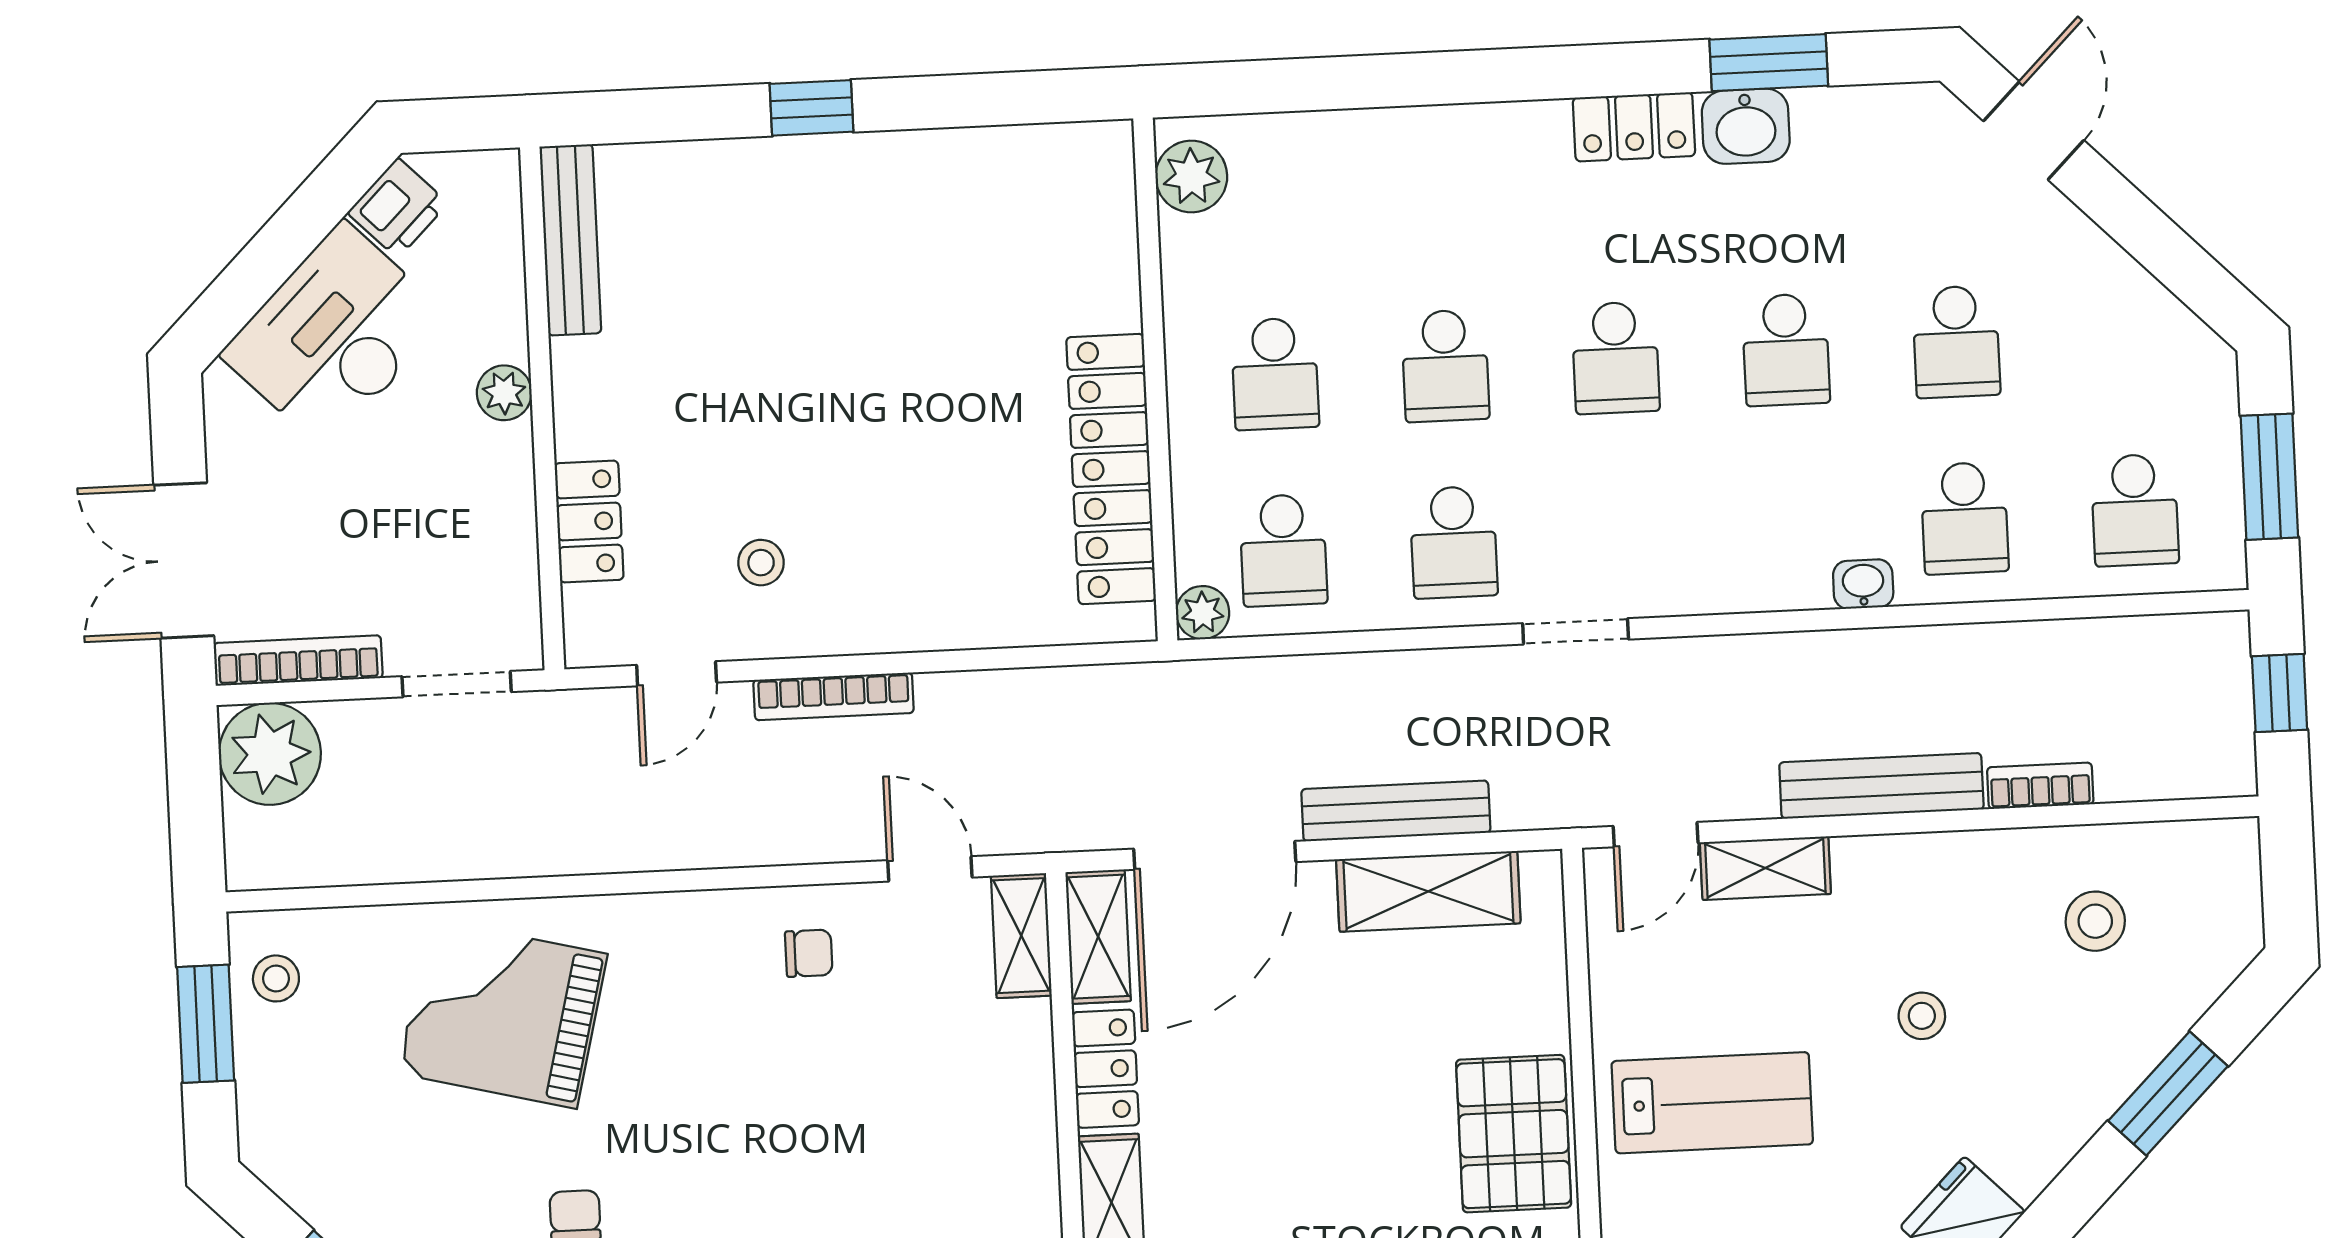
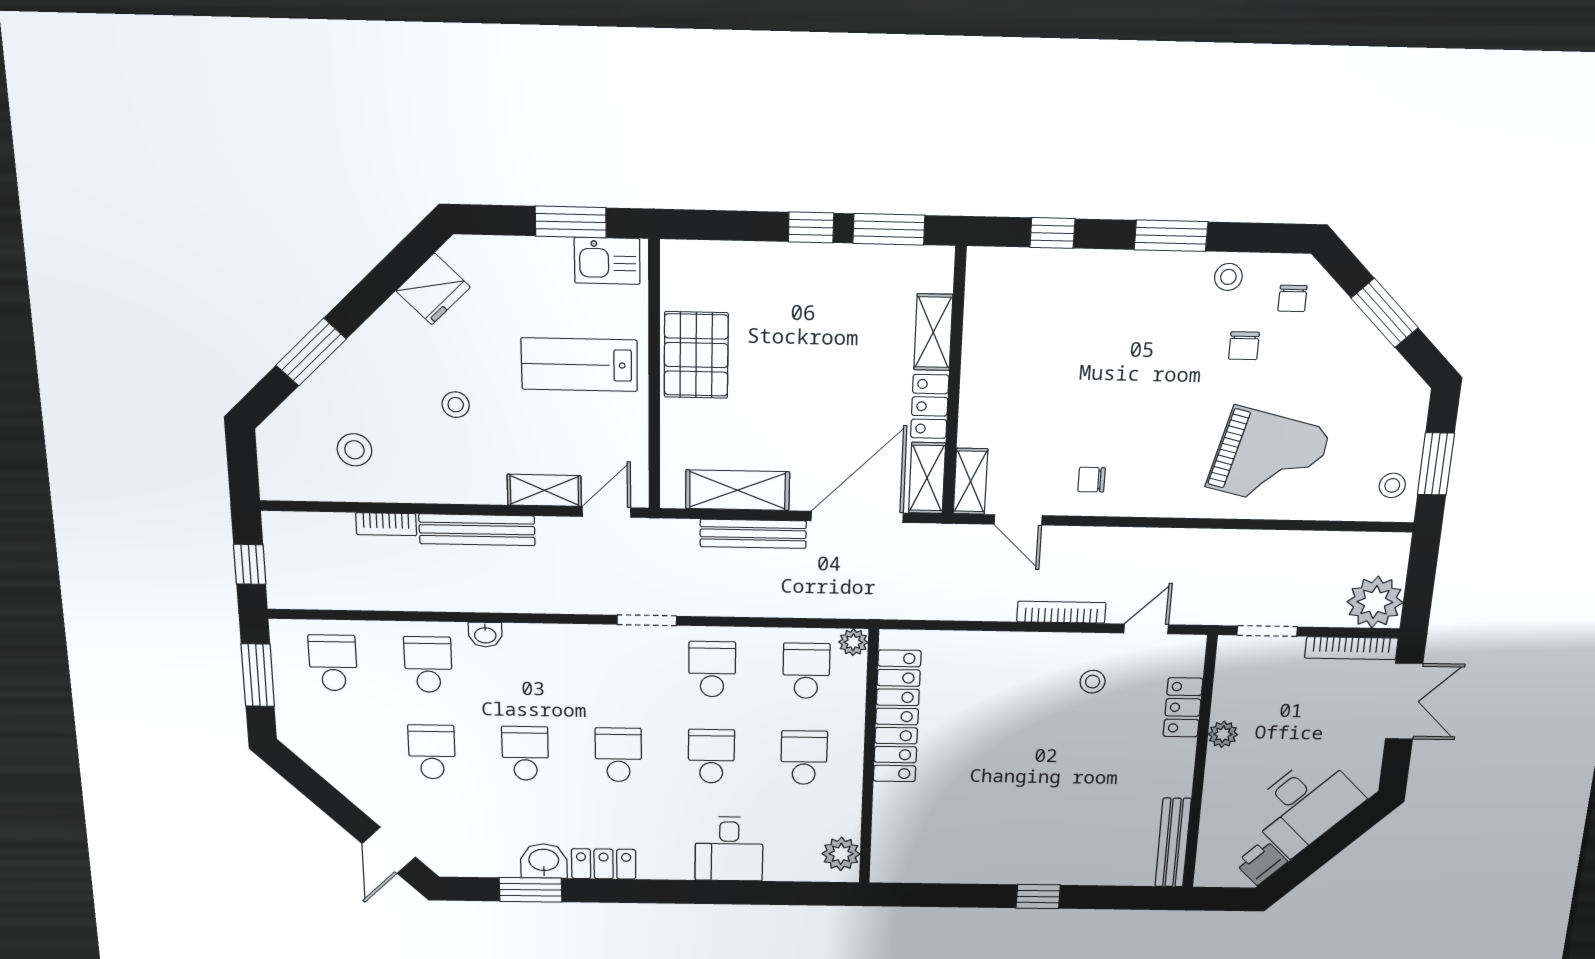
desk: (1402, 174) -> (729, 849), added
plant: (504, 393) -> (1223, 734), moved

